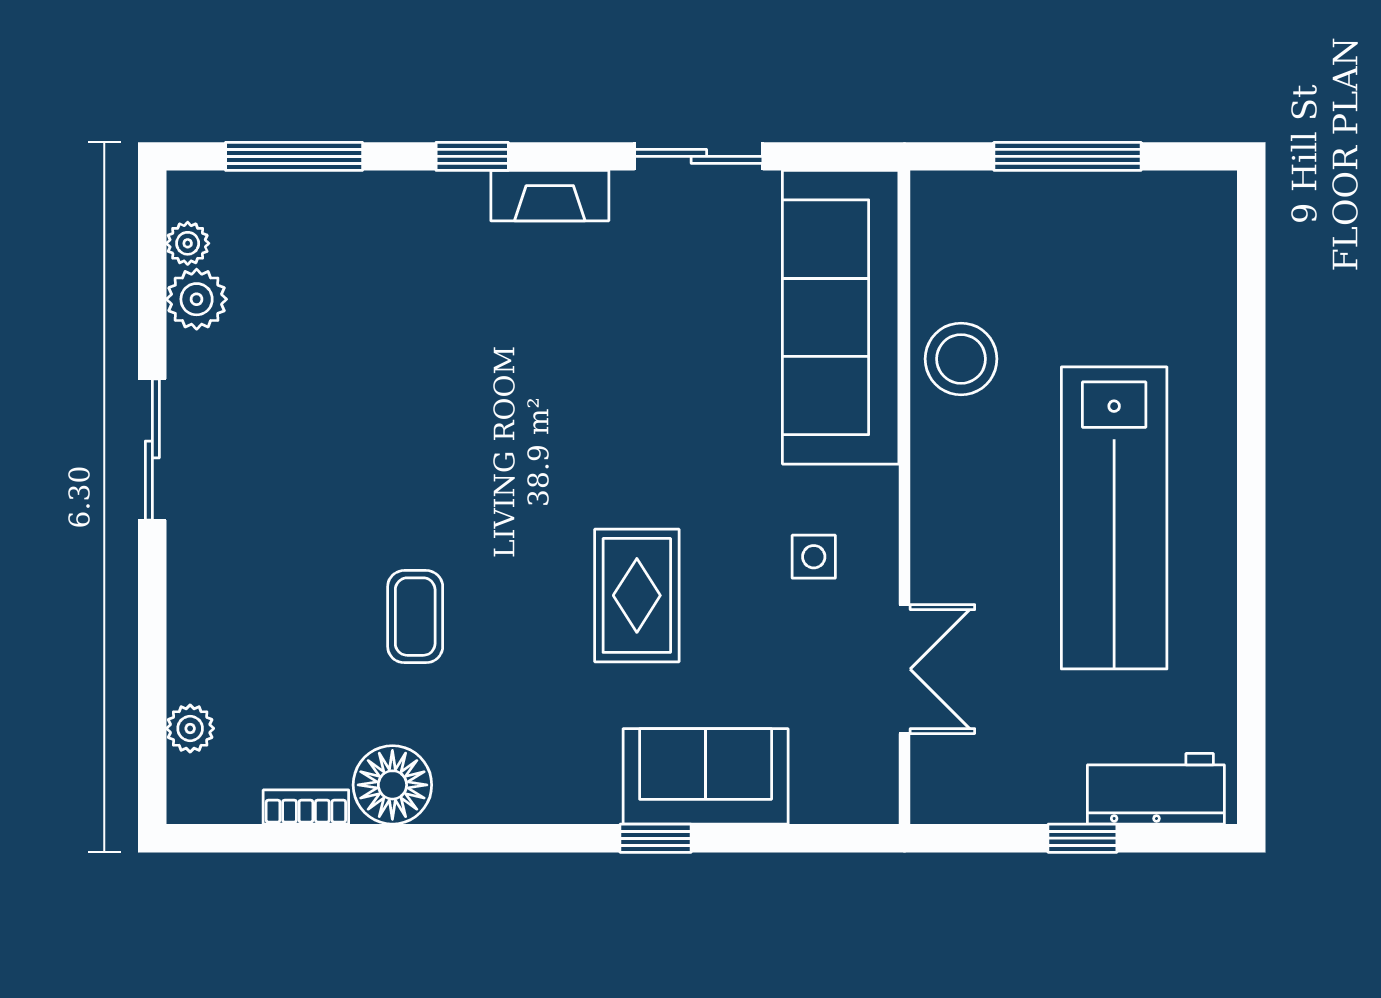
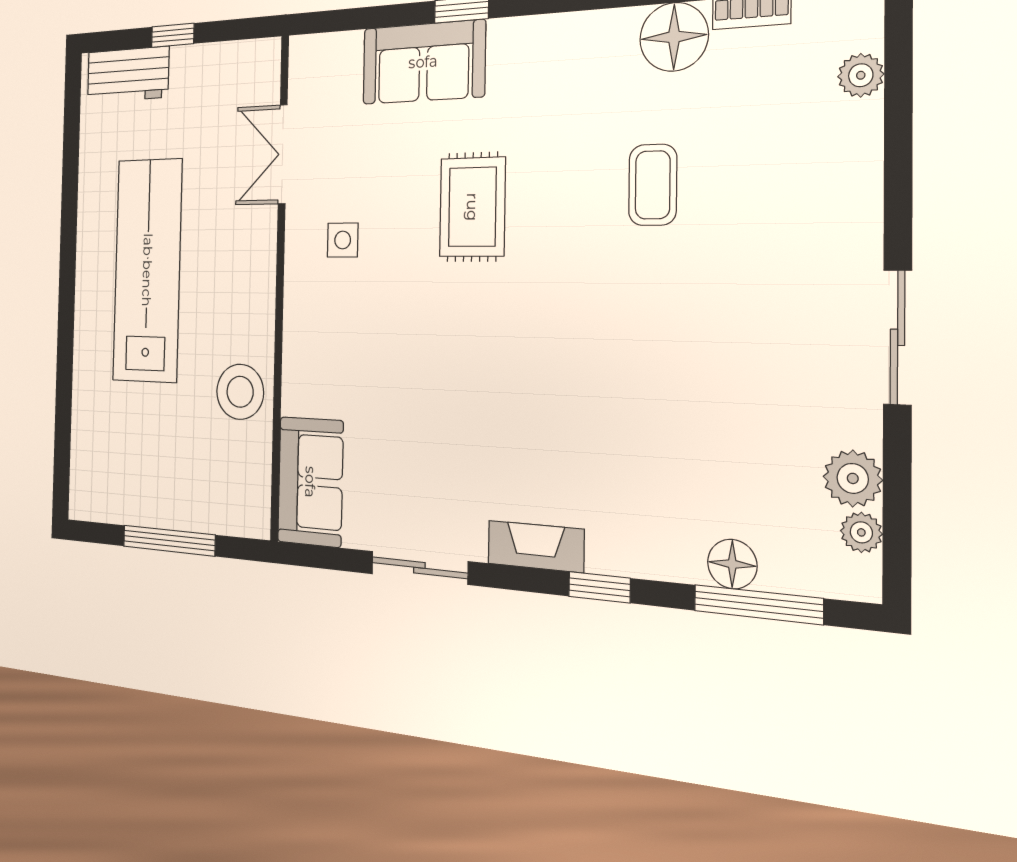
floor lamp: (322, 197) -> (732, 564), added
sofa: (841, 317) -> (310, 482), width x0.54, depth x0.79

